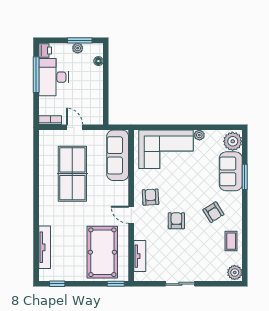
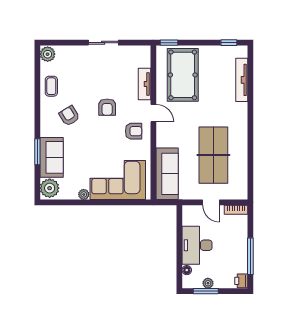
desk: (53, 77) -> (197, 245), moved, turned 180
armchair: (151, 197) -> (134, 131), turned -87
tv unit: (140, 256) -> (145, 84), moved

